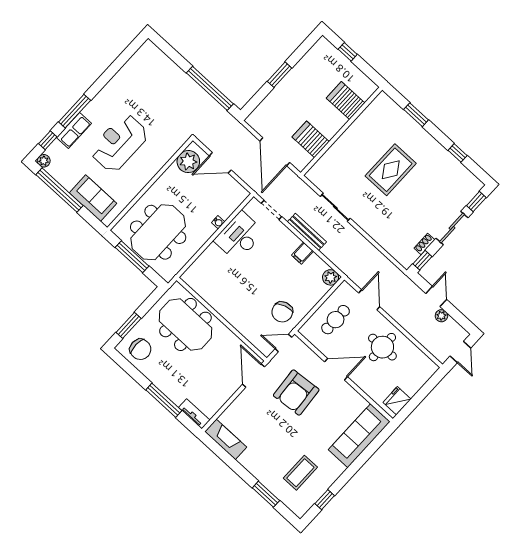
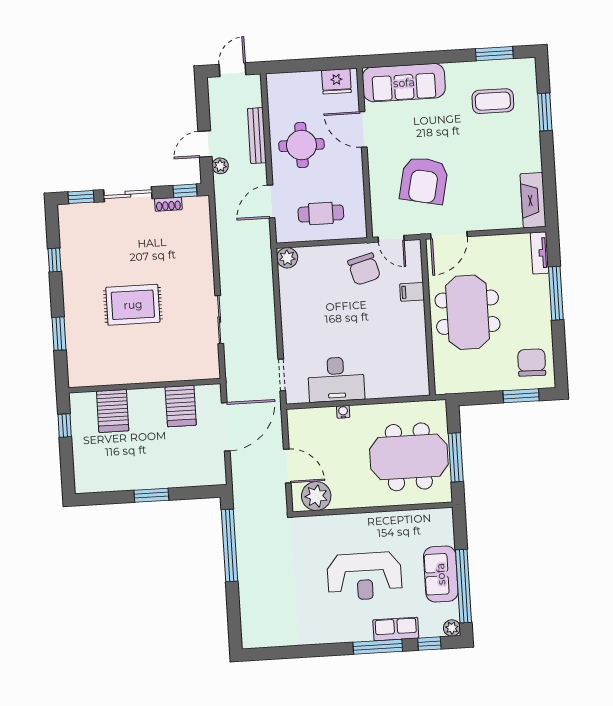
window: (348, 52) -> (65, 425), moved
sofa: (93, 198) -> (441, 574), moved
bench: (307, 232) -> (257, 136), moved
filing cabinet: (302, 253) -> (412, 292), moved, turned 180
chair: (282, 312) -> (364, 269), turned 92
plant: (441, 316) -> (220, 166), moved
meeting table: (185, 324) -> (468, 312), moved
door: (336, 369) -> (363, 129), moved
armchair: (296, 393) -> (424, 180), turned 107
window: (325, 500) -> (494, 54), width x1.50

